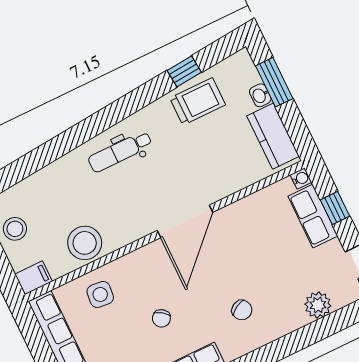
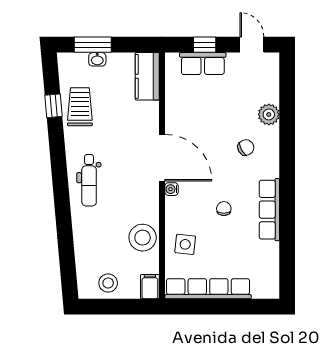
kitchen counter: (273, 136) -> (147, 76), moved, turned 90
water cooler: (301, 179) -> (172, 189), moved, turned -90
plant: (318, 305) -> (269, 114), moved
chair: (161, 318) -> (224, 209), turned -126

